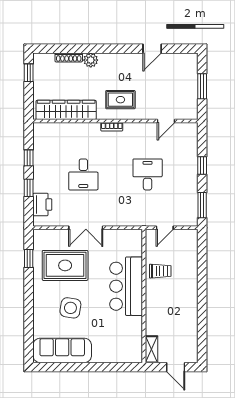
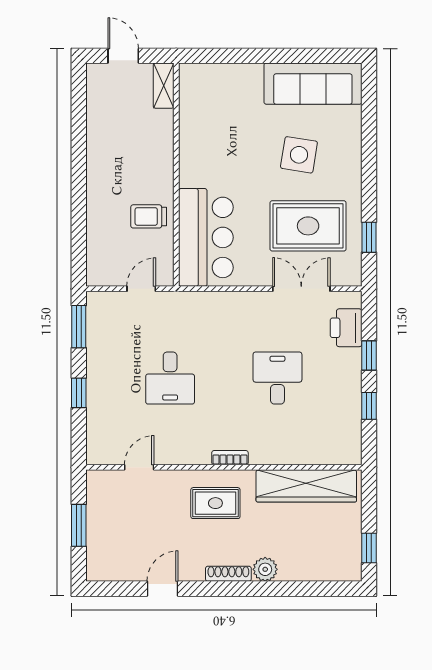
shoe rack: (69, 57) -> (228, 574), moved
double door: (86, 228) -> (301, 289), moved
bar counter: (126, 286) -> (206, 237), moved

